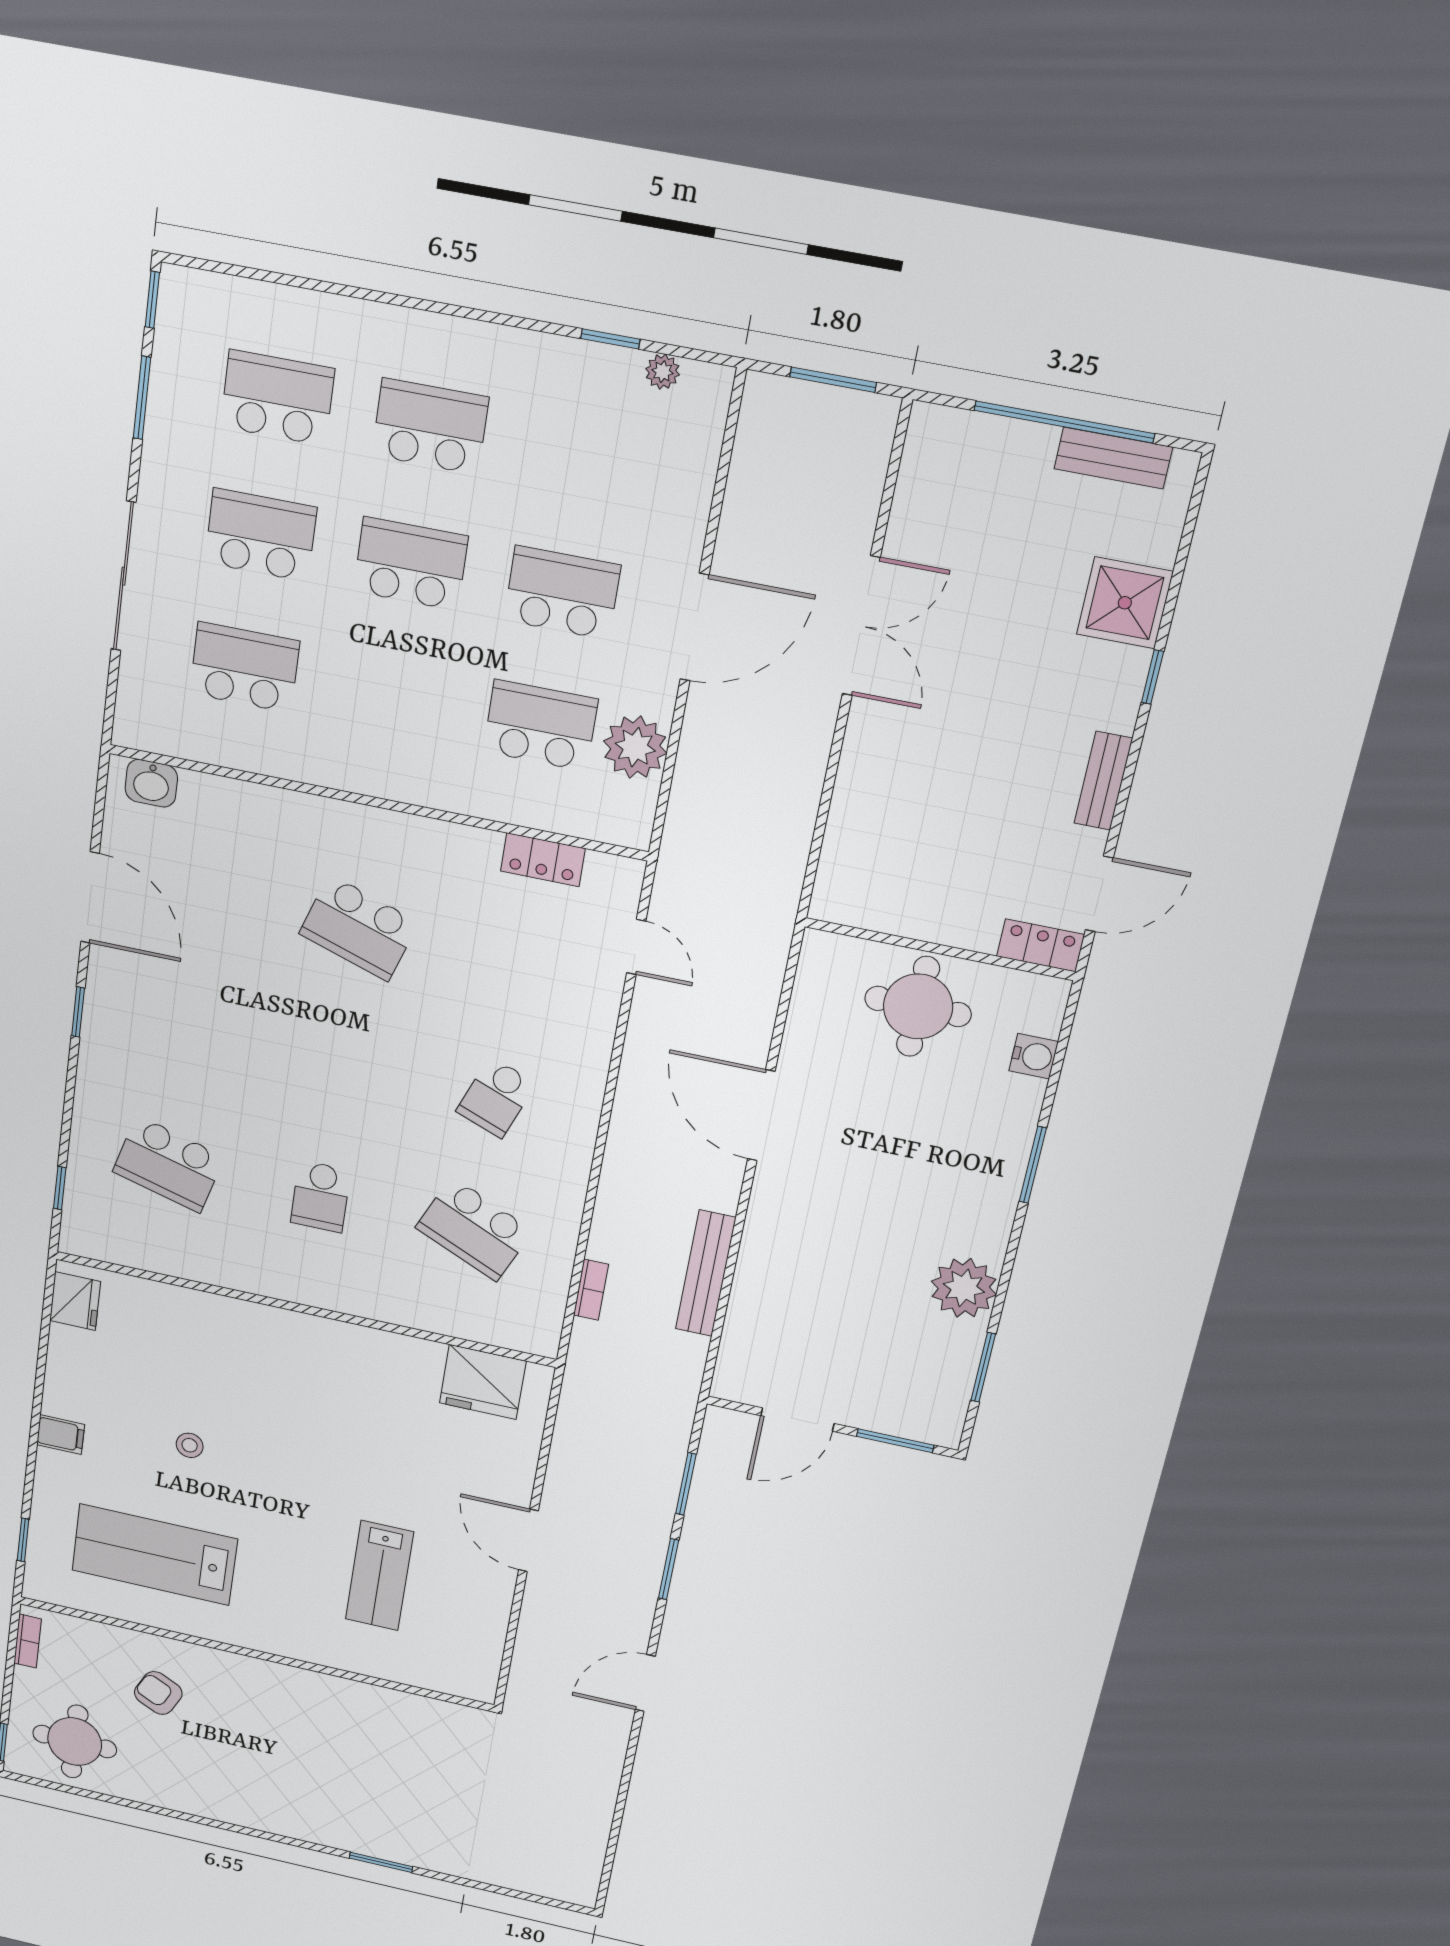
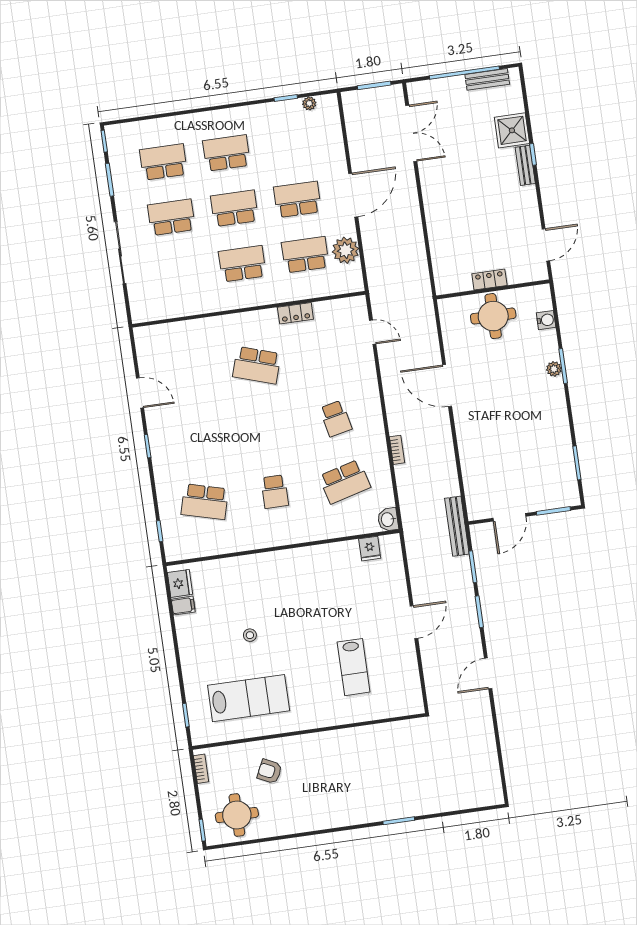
double door: (861, 626) -> (411, 133), moved
school desk: (244, 667) -> (242, 264), moved
bench: (1103, 781) -> (525, 165), moved
washbasin: (151, 783) -> (388, 520), moved, turned 90
locker: (543, 860) -> (295, 313), moved
door: (90, 898) -> (140, 393), width x0.73
locker: (1041, 945) -> (489, 280), moved
school desk: (496, 1097) -> (336, 419), turned -33
school desk: (474, 1229) -> (345, 482), turned -39
bench: (706, 1273) -> (457, 526), moved
plant: (964, 1288) -> (554, 369), moved, width x0.53, depth x0.53
bookcase: (591, 1290) -> (397, 450), moved
fridge: (483, 1382) -> (370, 549), width x0.53, depth x0.75
filing cabinet: (61, 1435) -> (183, 606), moved
door: (528, 1540) -> (414, 622), swing flipped
lab bench: (154, 1555) -> (249, 698), turned 180

